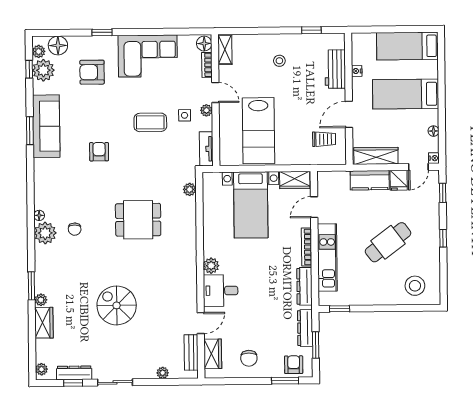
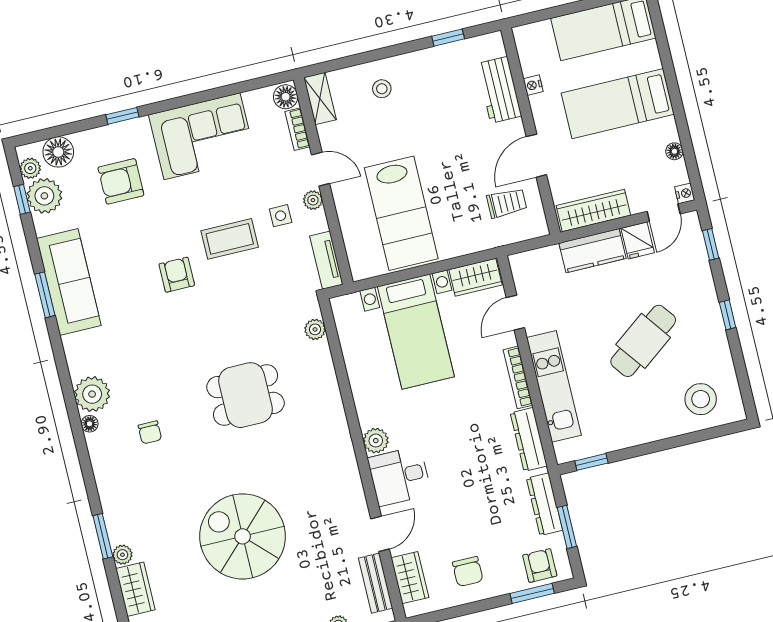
stool: (279, 61) -> (382, 89), moved
armchair: (99, 152) -> (177, 275), moved
plant: (45, 233) -> (92, 394), moved
spiral stairs: (117, 305) -> (243, 536), width x1.37, depth x1.37

